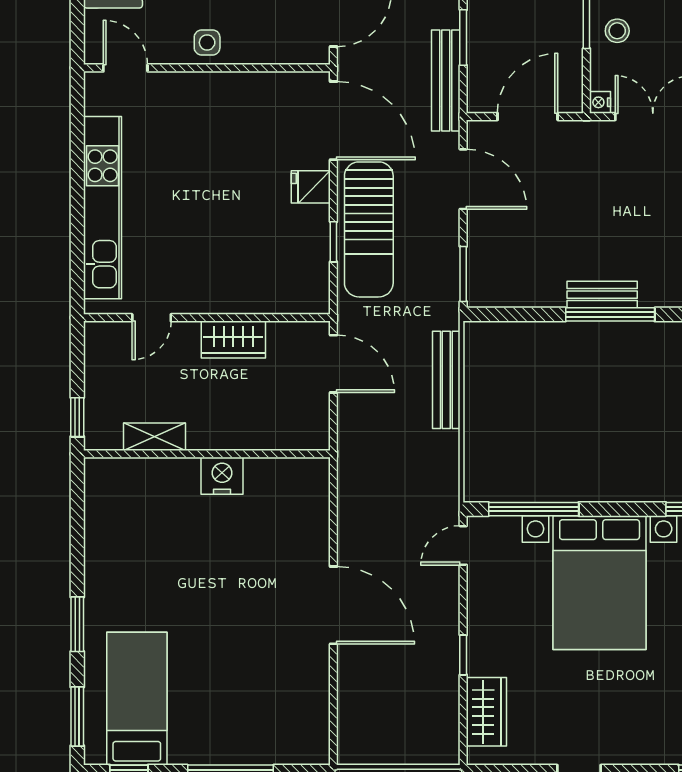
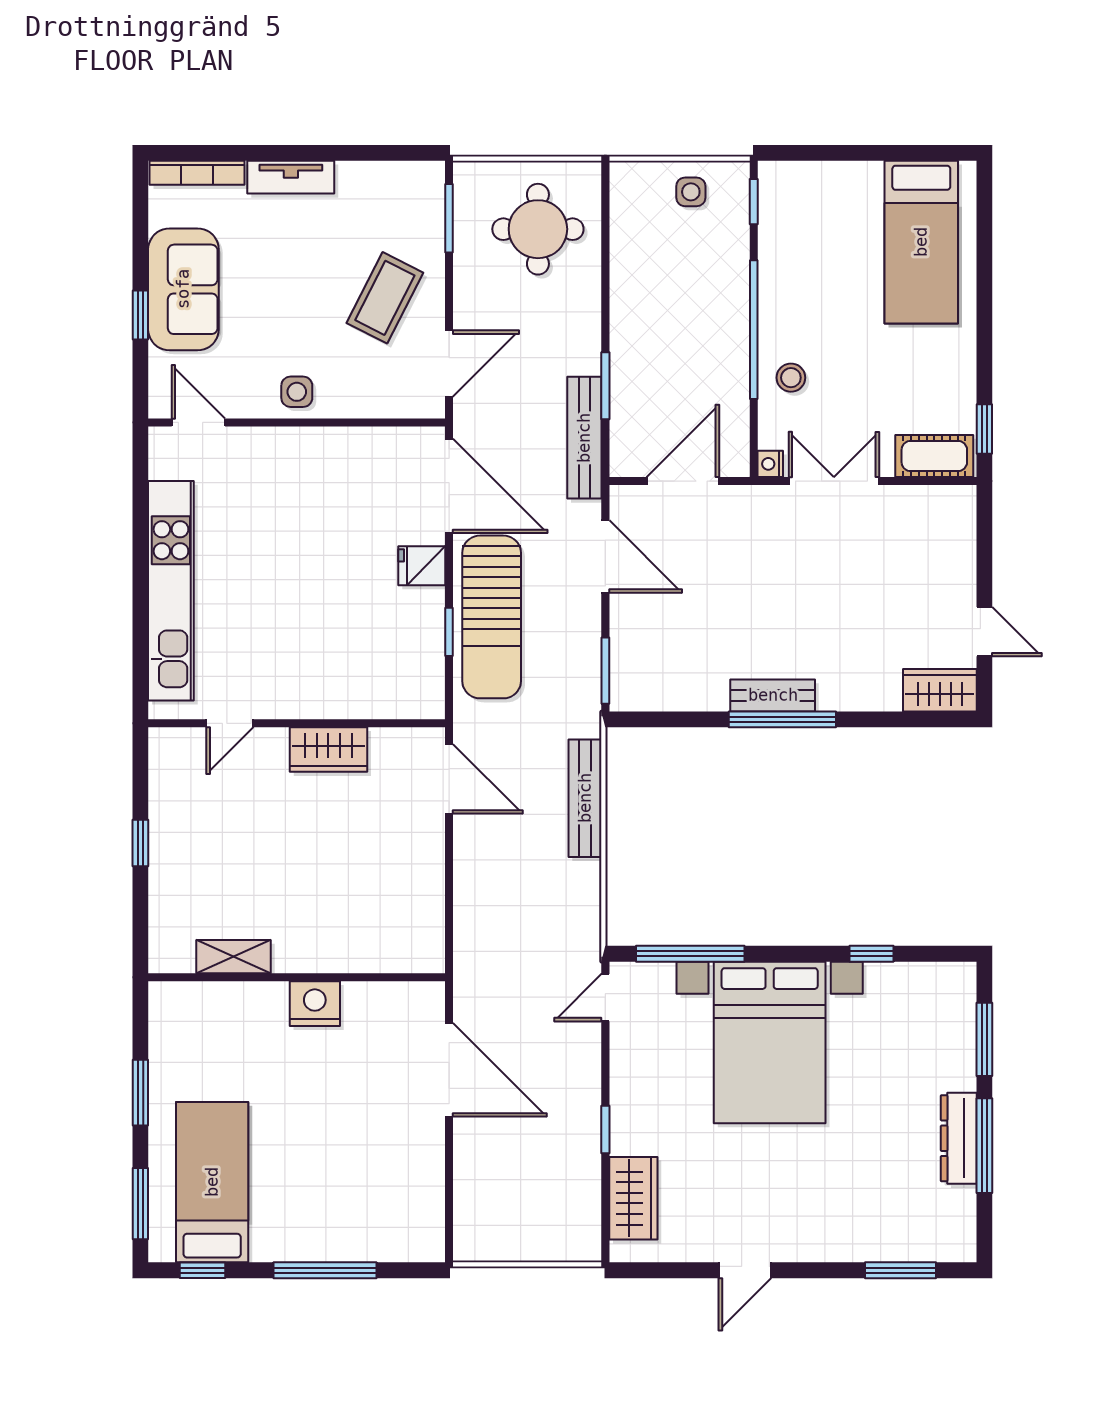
shelving: (155, 437) -> (233, 957), moved
wall: (207, 454) -> (297, 977), moved
nightstand: (222, 476) -> (315, 1004), moved

